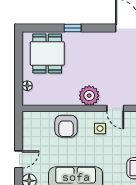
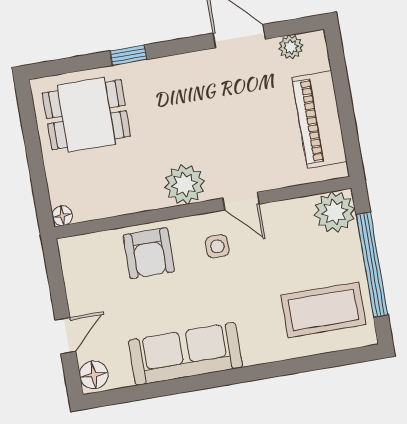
dining table: (47, 53) -> (86, 115), turned 90
floor lamp: (27, 86) -> (62, 216), moved

